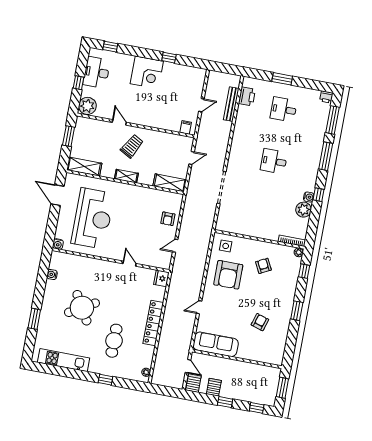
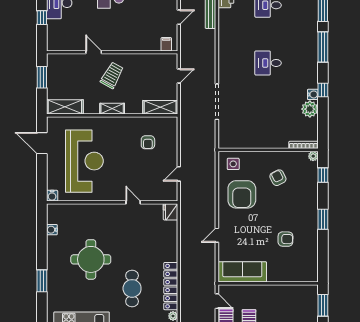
plant: (87, 106) -> (56, 41), removed
armchair: (168, 219) -> (148, 142), moved
round table: (82, 308) -> (91, 259), turned 30
armchair: (260, 322) -> (285, 239), turned 74
locker: (153, 323) -> (171, 286), moved

